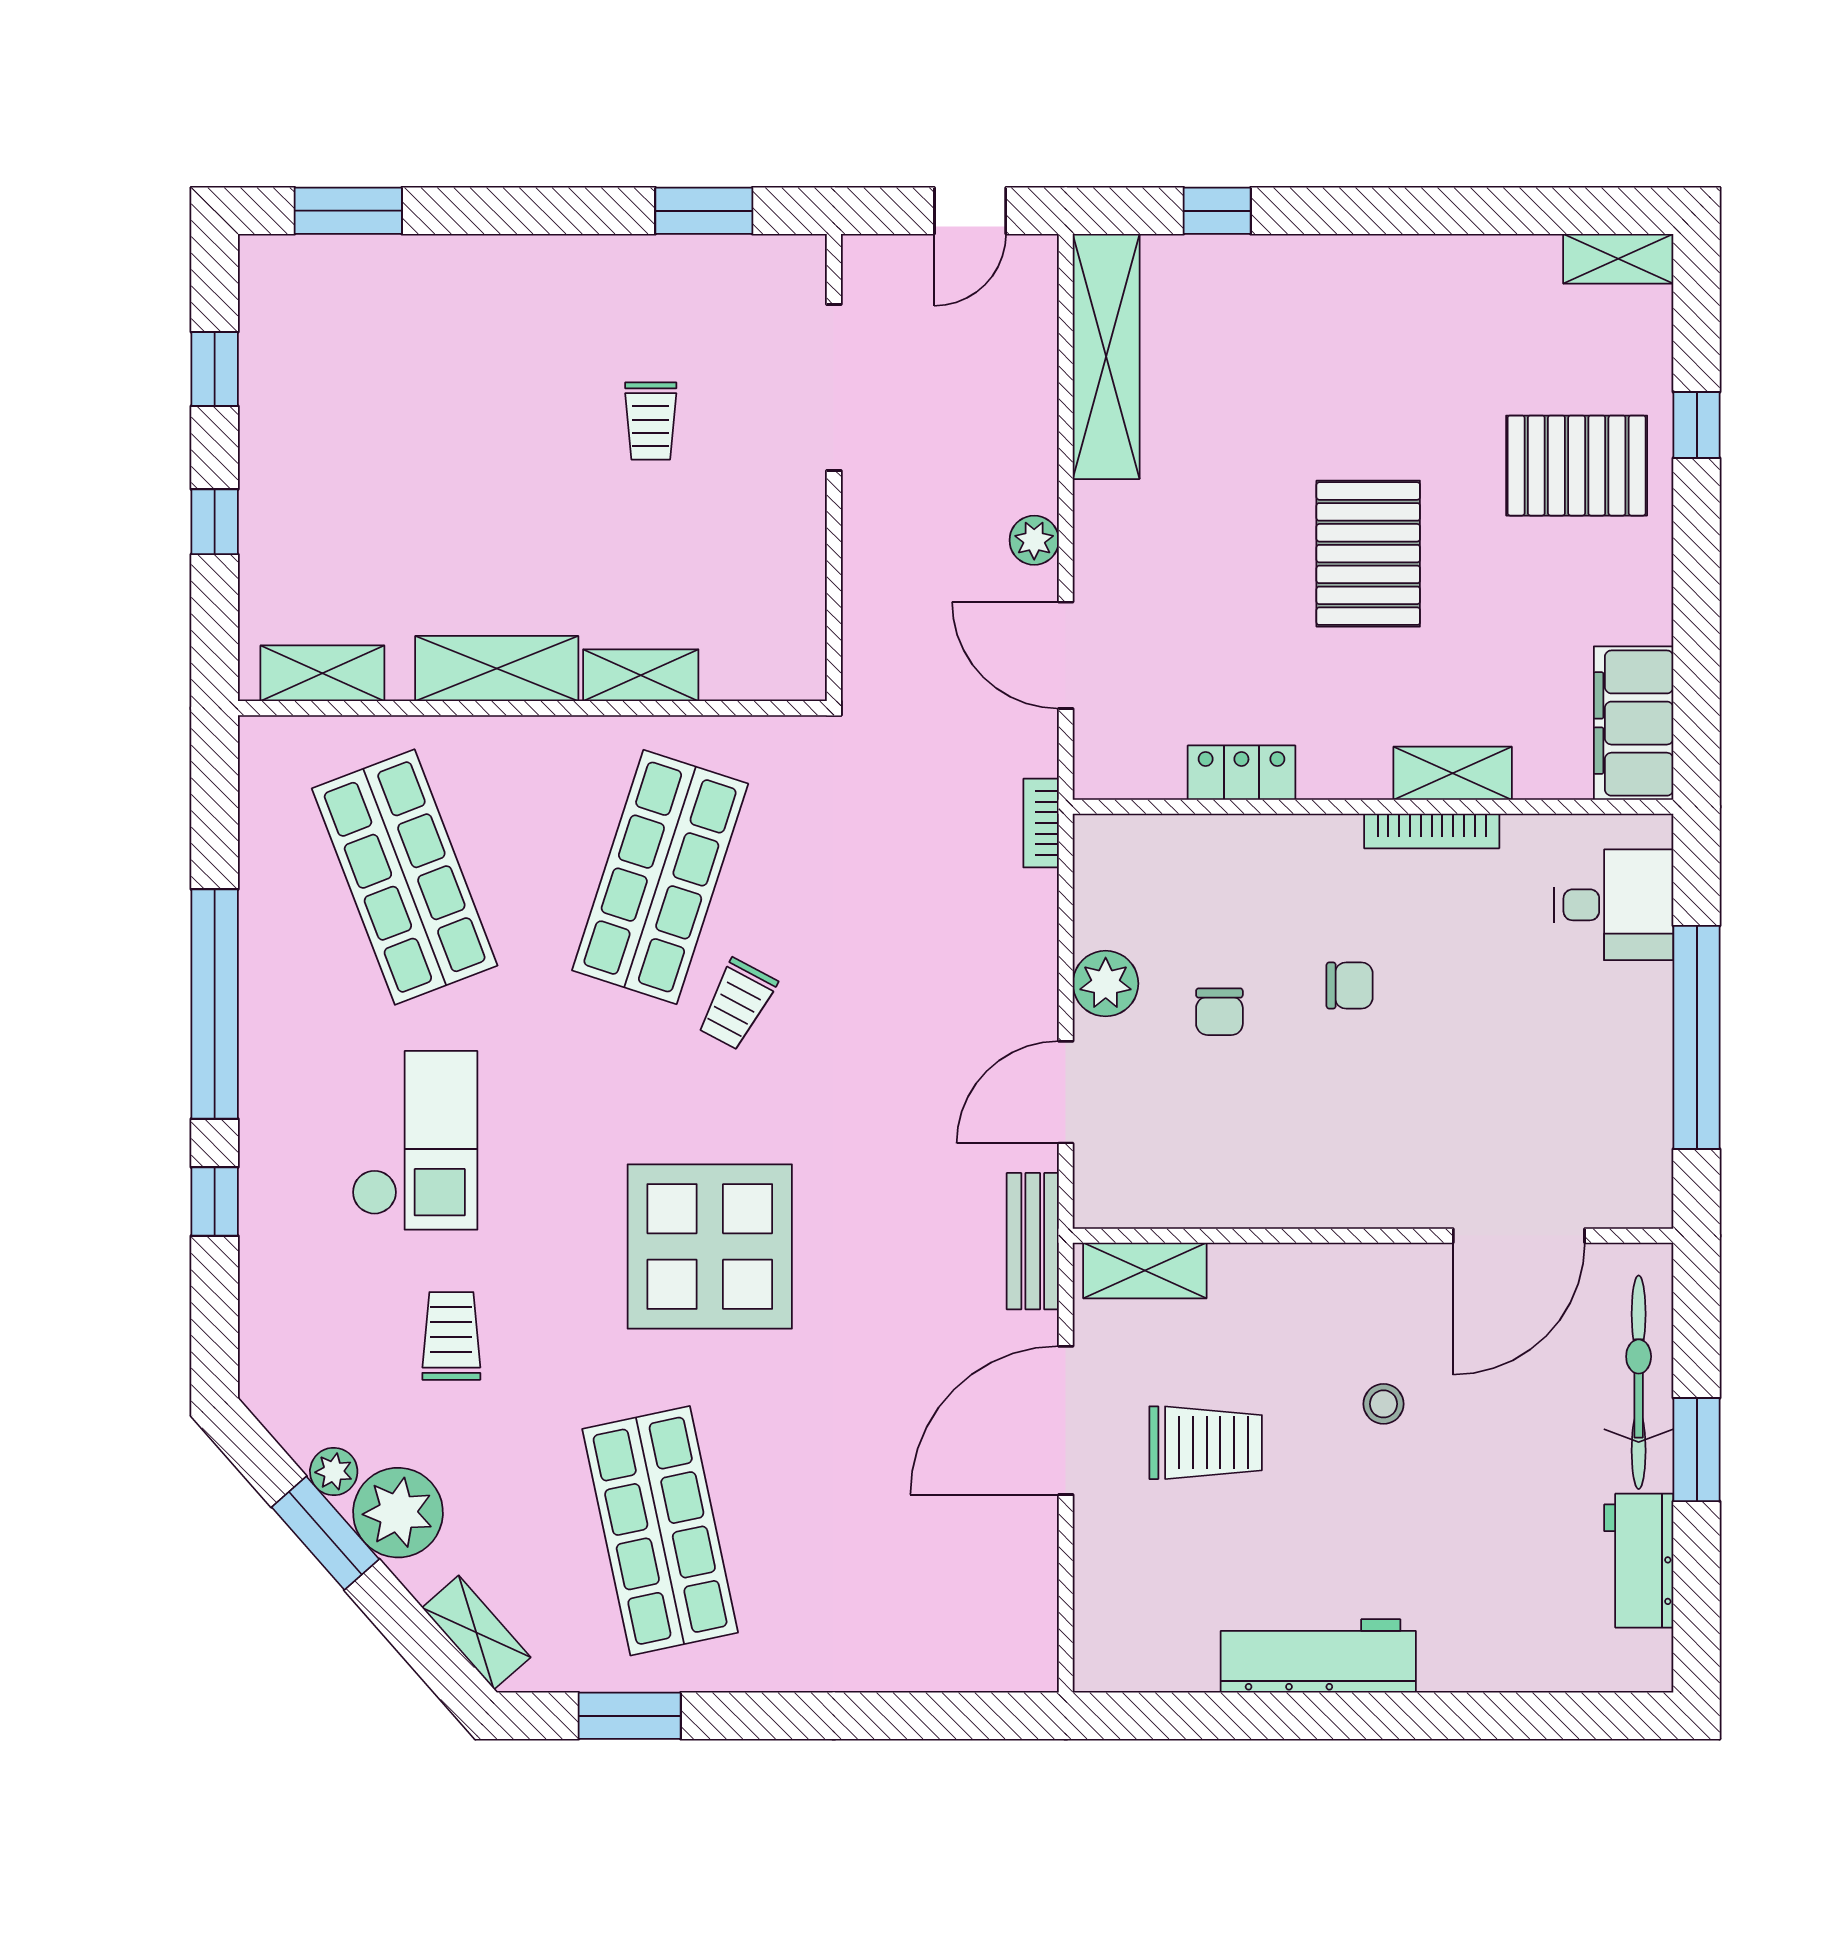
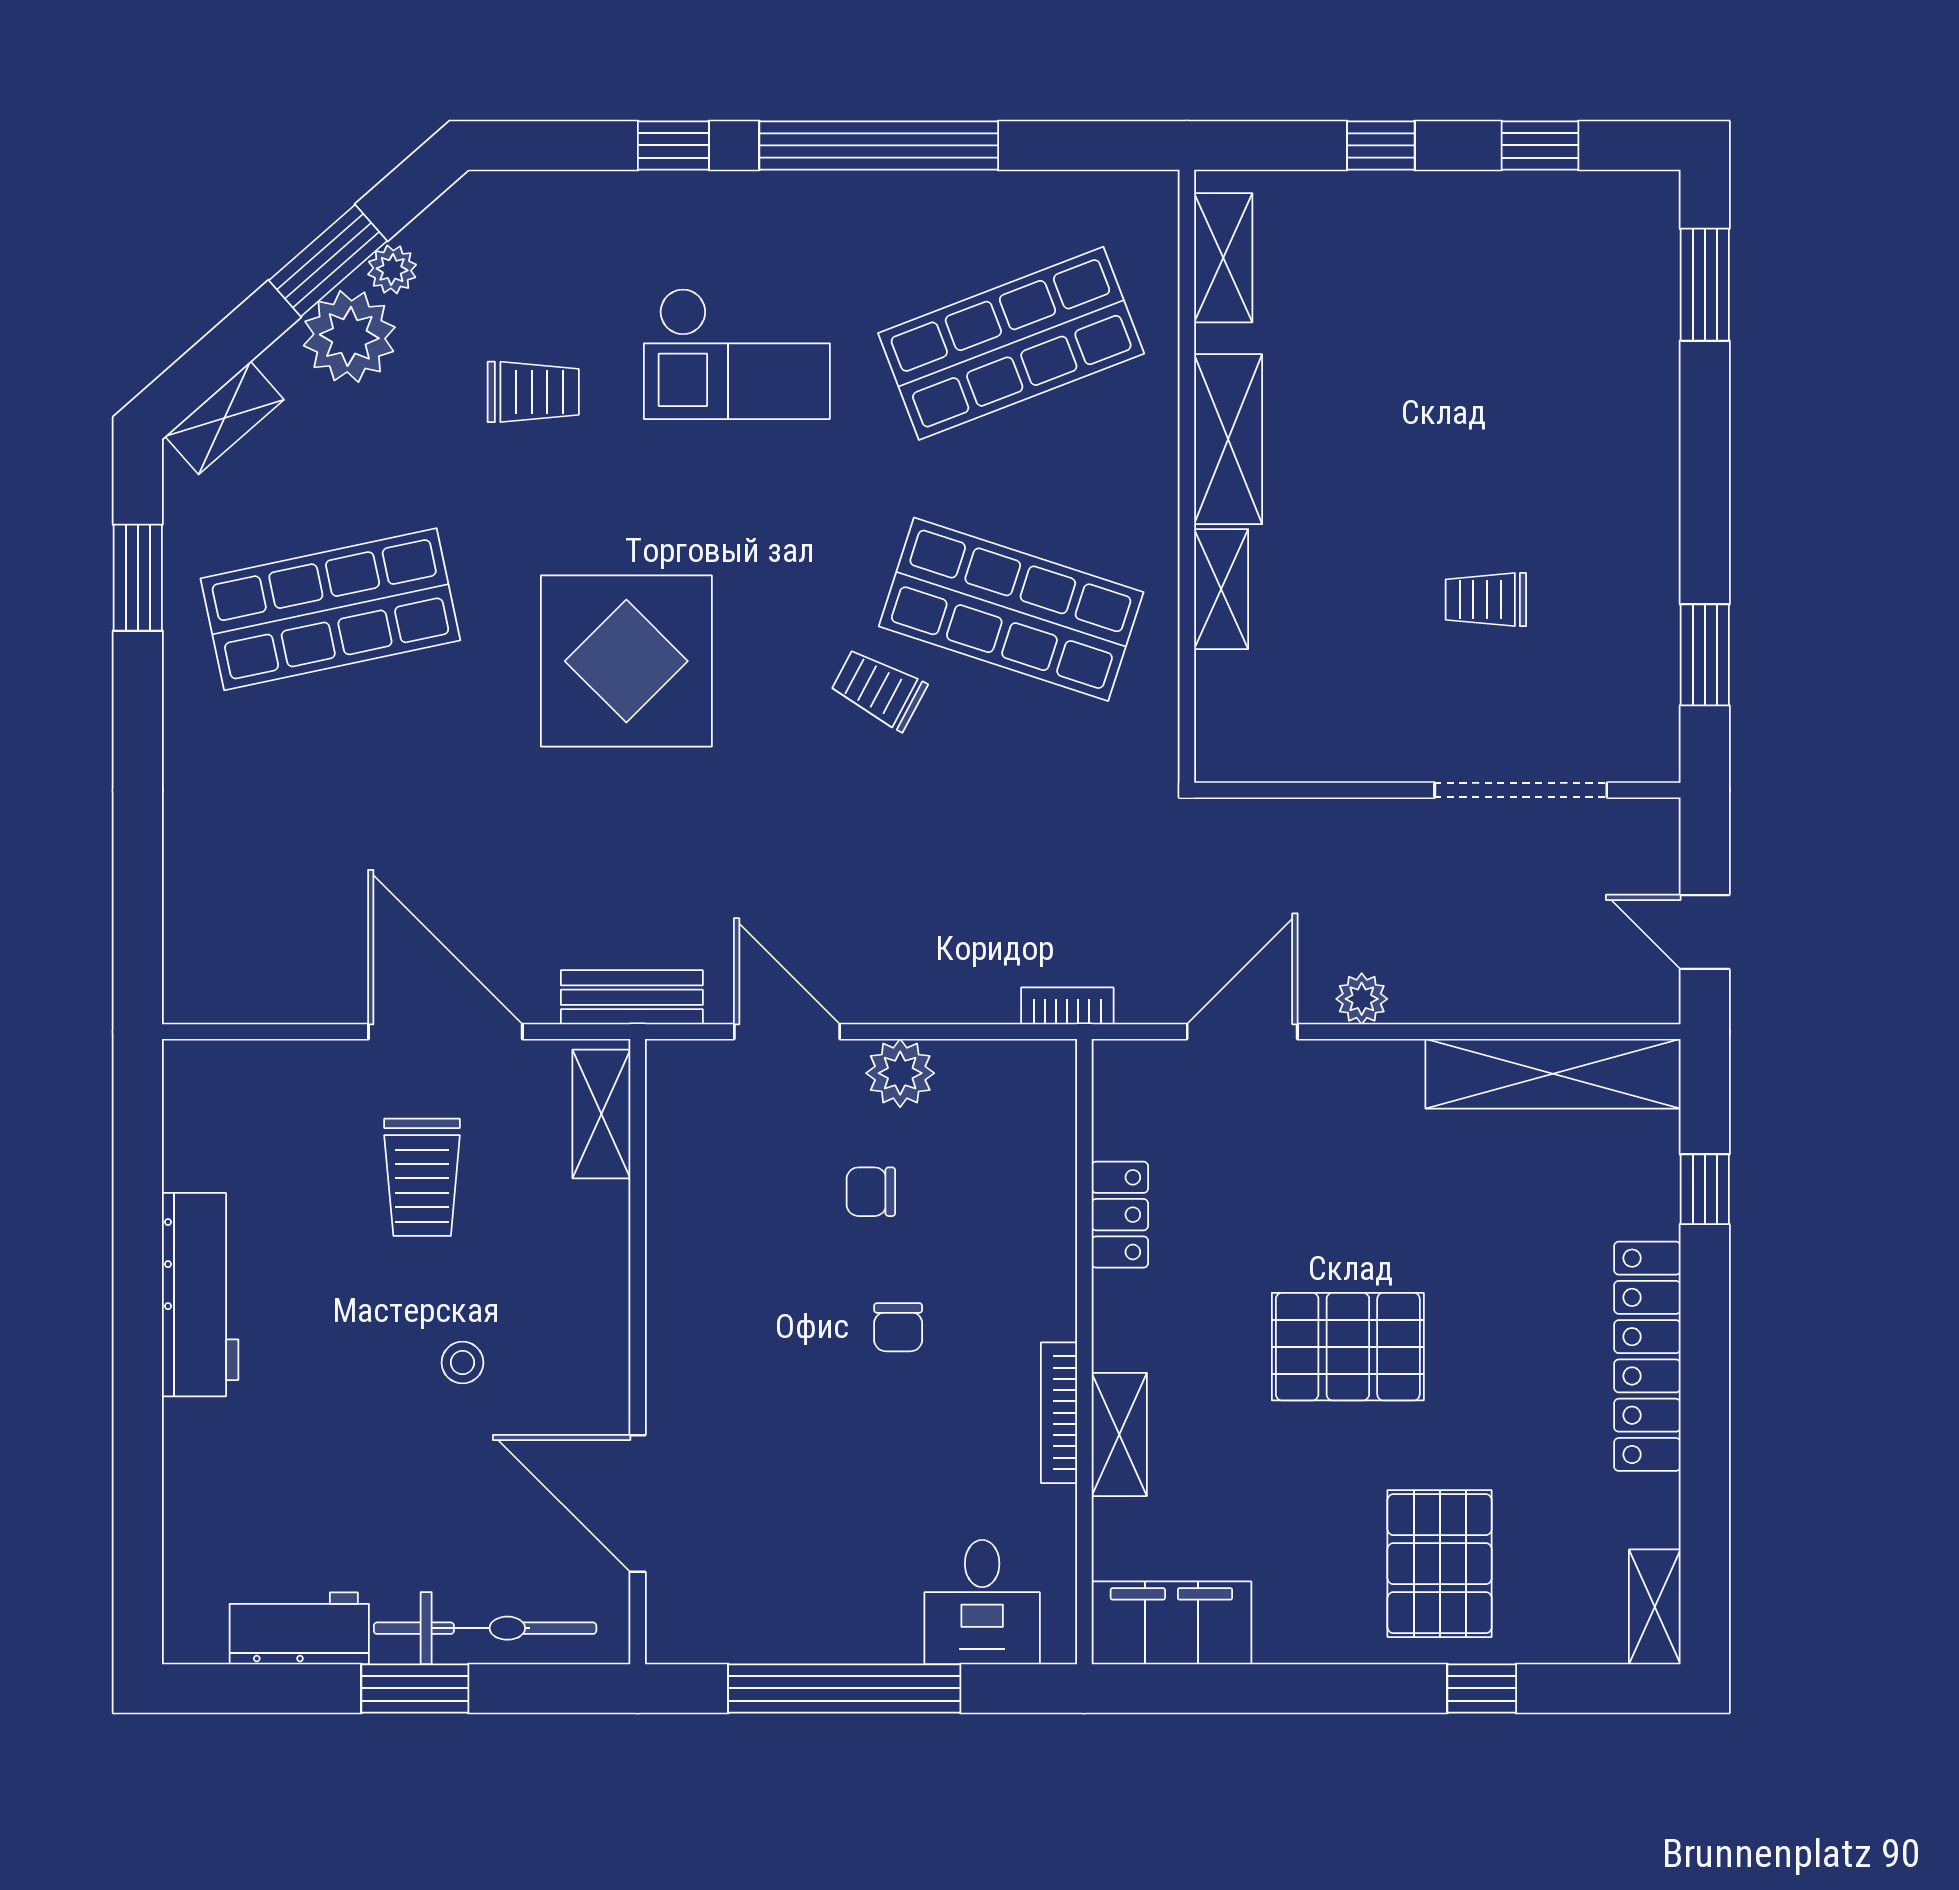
locker: (1378, 266) -> (1647, 1356), added

